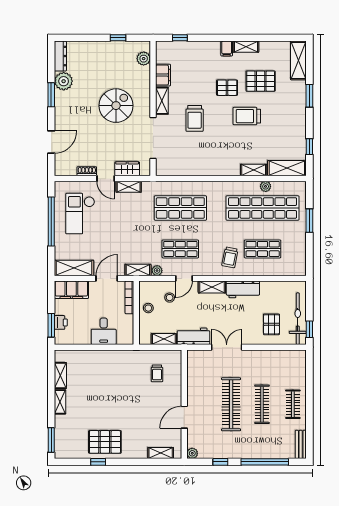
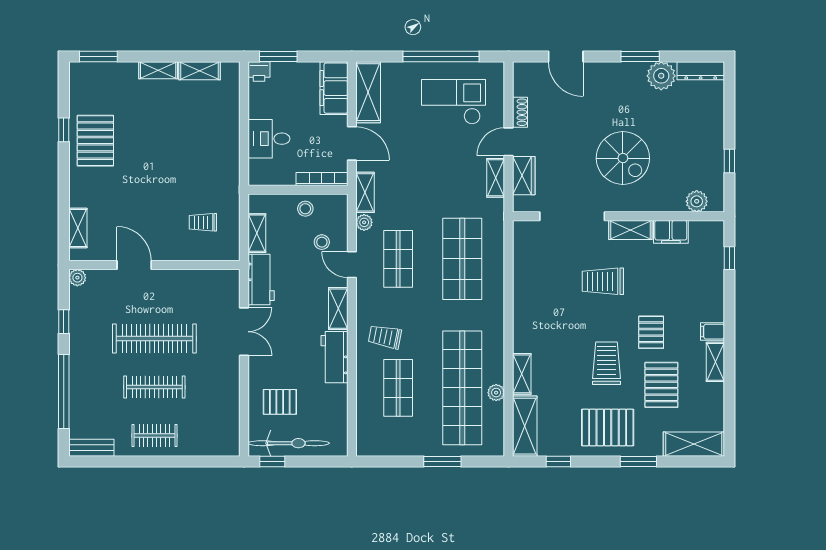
pallet: (288, 115) -> (608, 427), added
printer: (61, 322) -> (259, 71), moved

